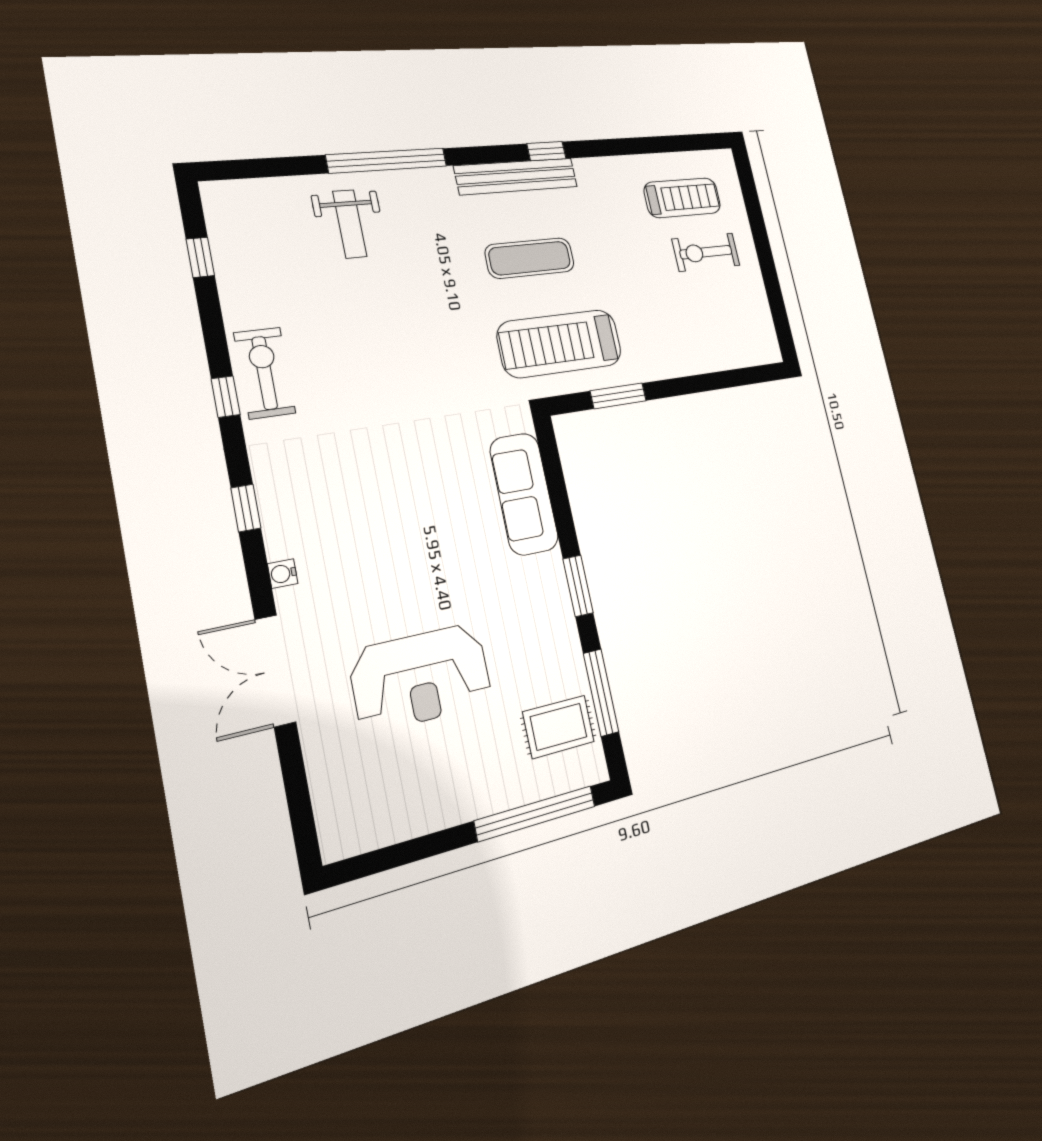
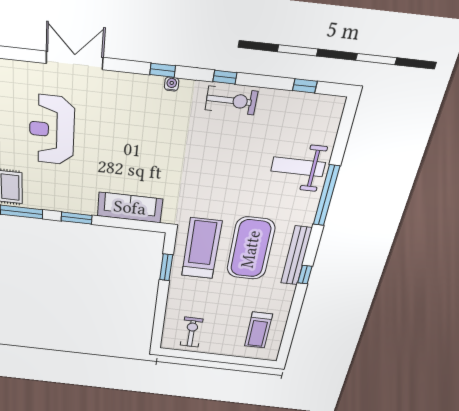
weight bench: (350, 224) -> (298, 167), width x1.36, depth x1.33
exercise bike: (706, 252) -> (192, 332), moved
exercise mat: (530, 258) -> (251, 249), width x2.00, depth x1.45
water cooler: (283, 574) -> (172, 84), moved

